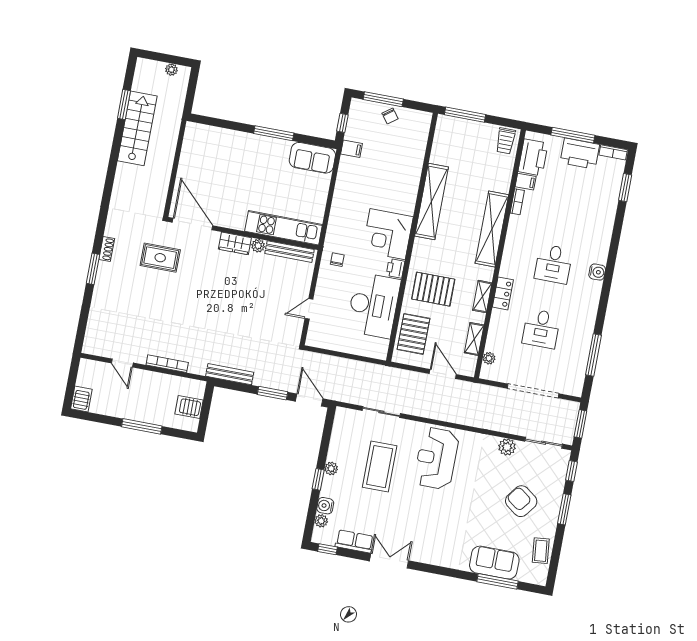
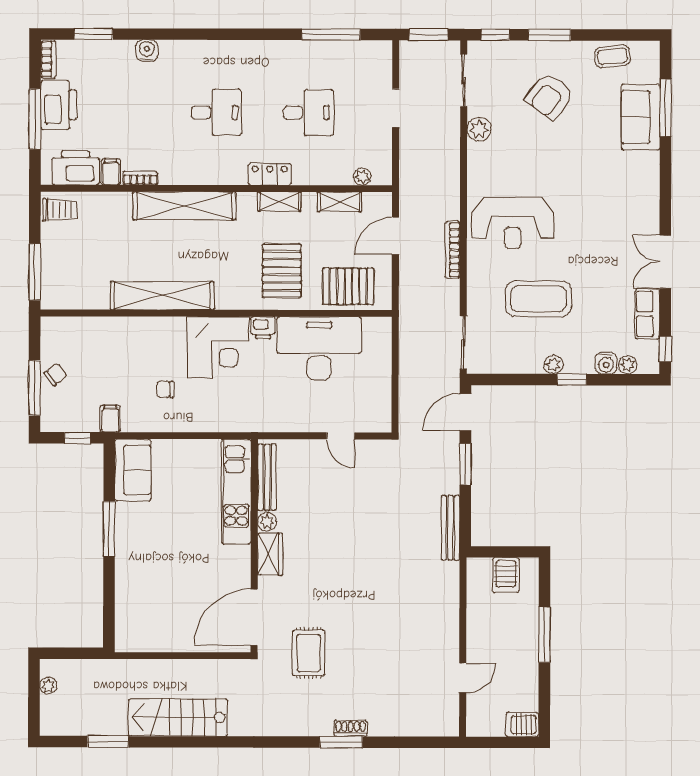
stairs: (137, 128) -> (178, 717), moved
shoe rack: (107, 249) -> (351, 728), moved
chair: (337, 260) -> (165, 389), moved
water cooler: (597, 272) -> (147, 50), moved
bookcase: (167, 364) -> (453, 250), moved
doorway: (533, 391) -> (396, 108), width x0.53
sliding door: (381, 412) -> (463, 342), moved

